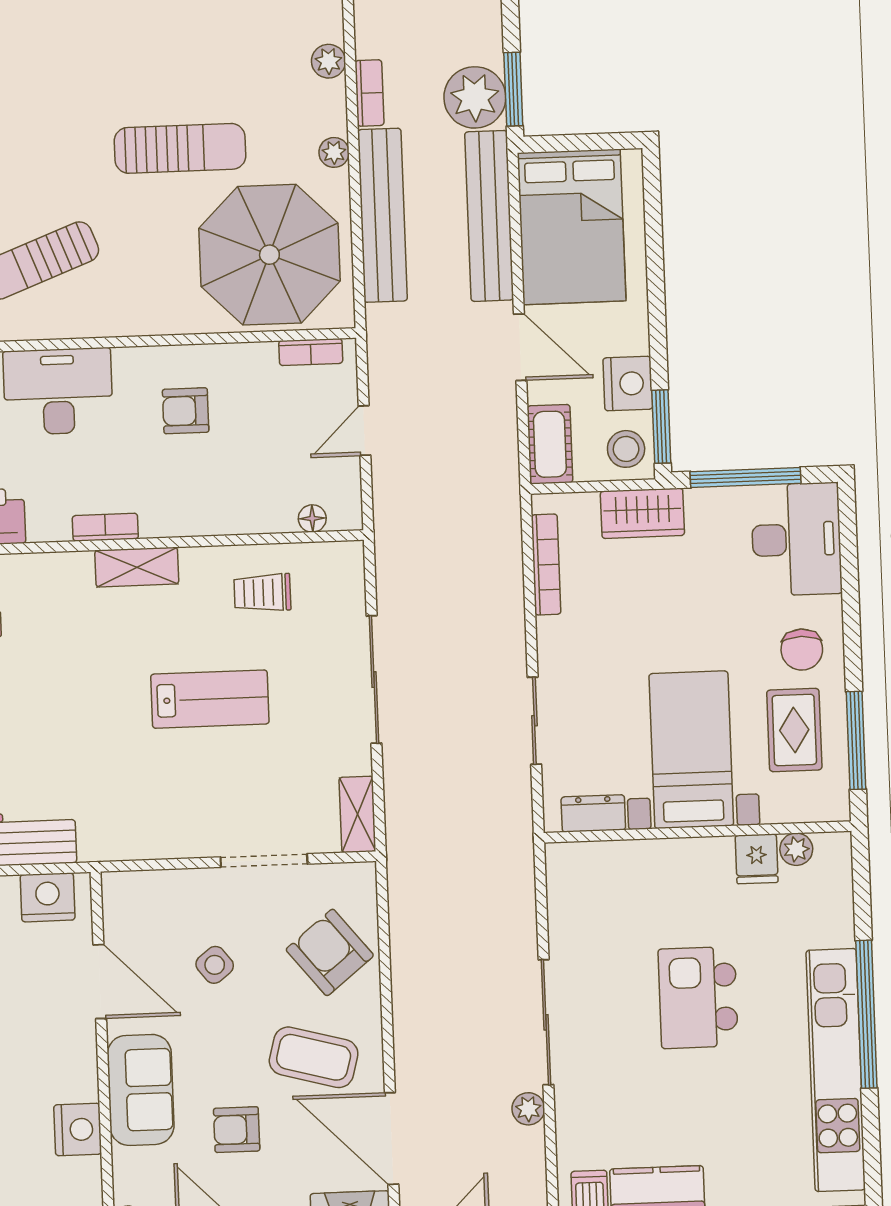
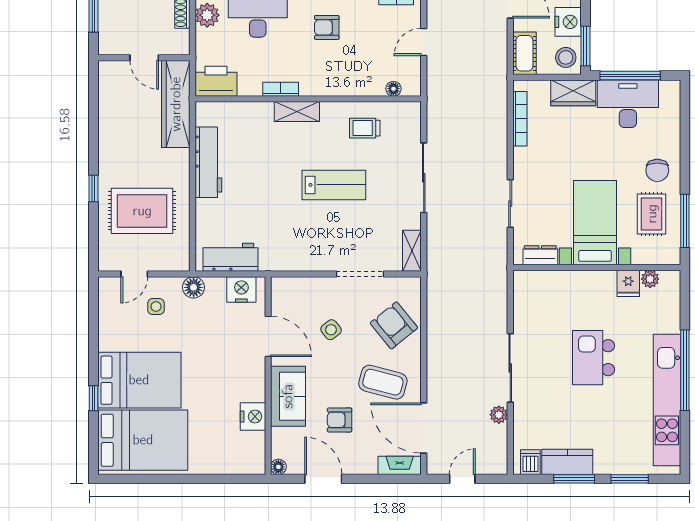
desk: (796, 539) -> (628, 104), moved, turned -90

